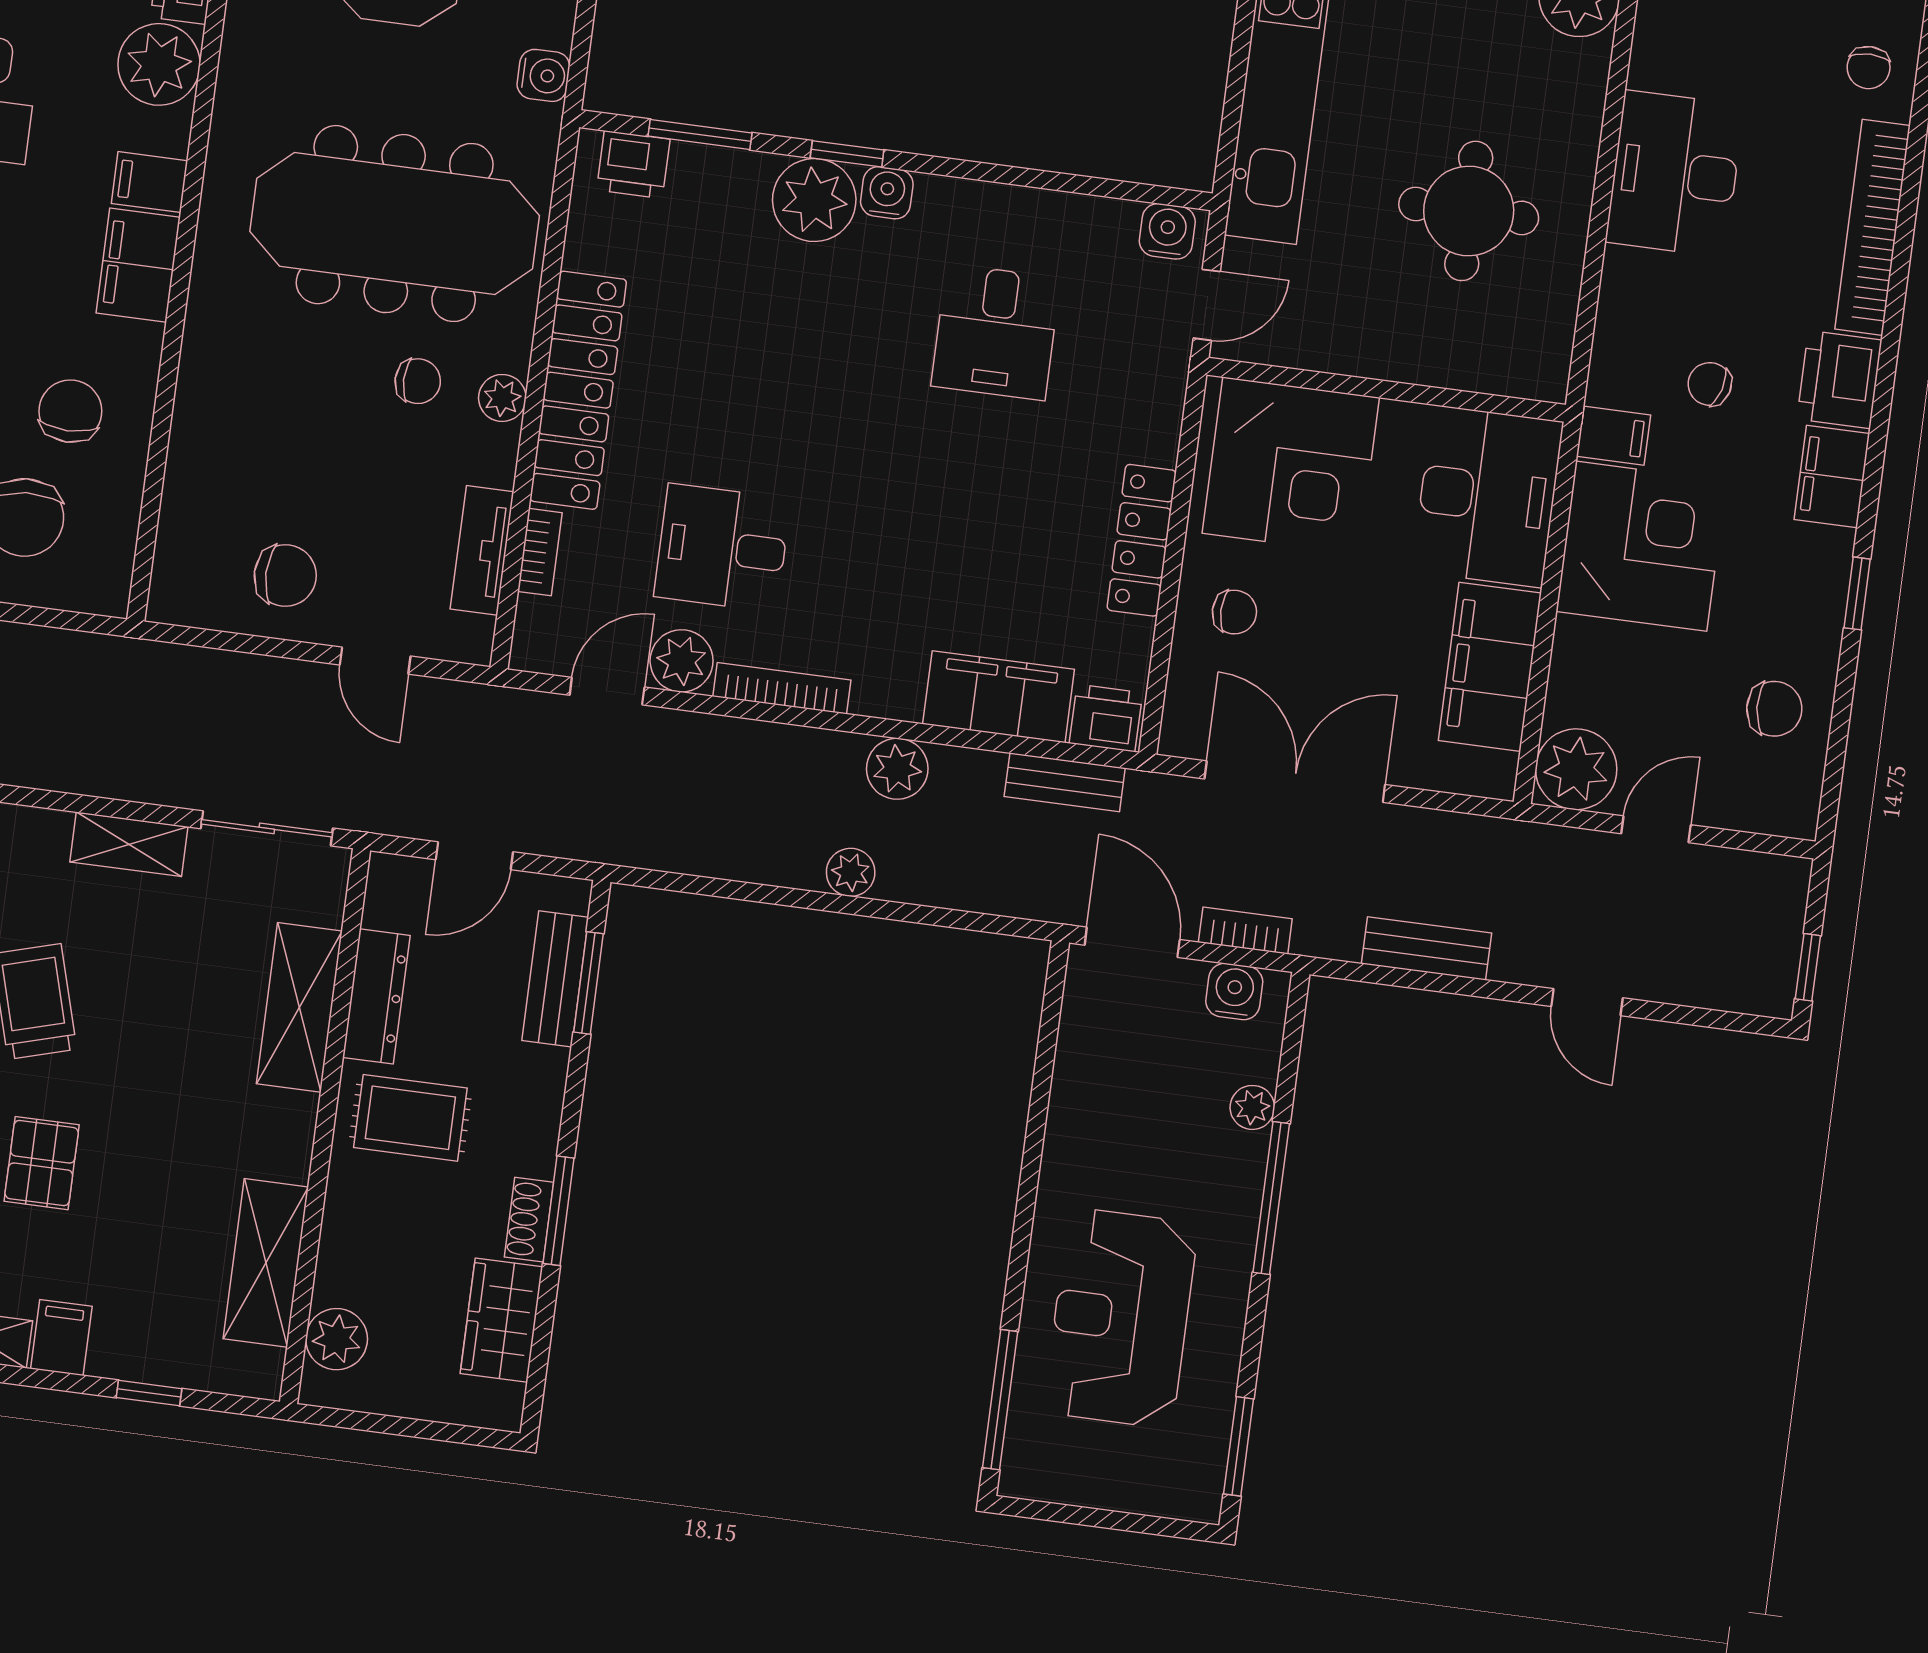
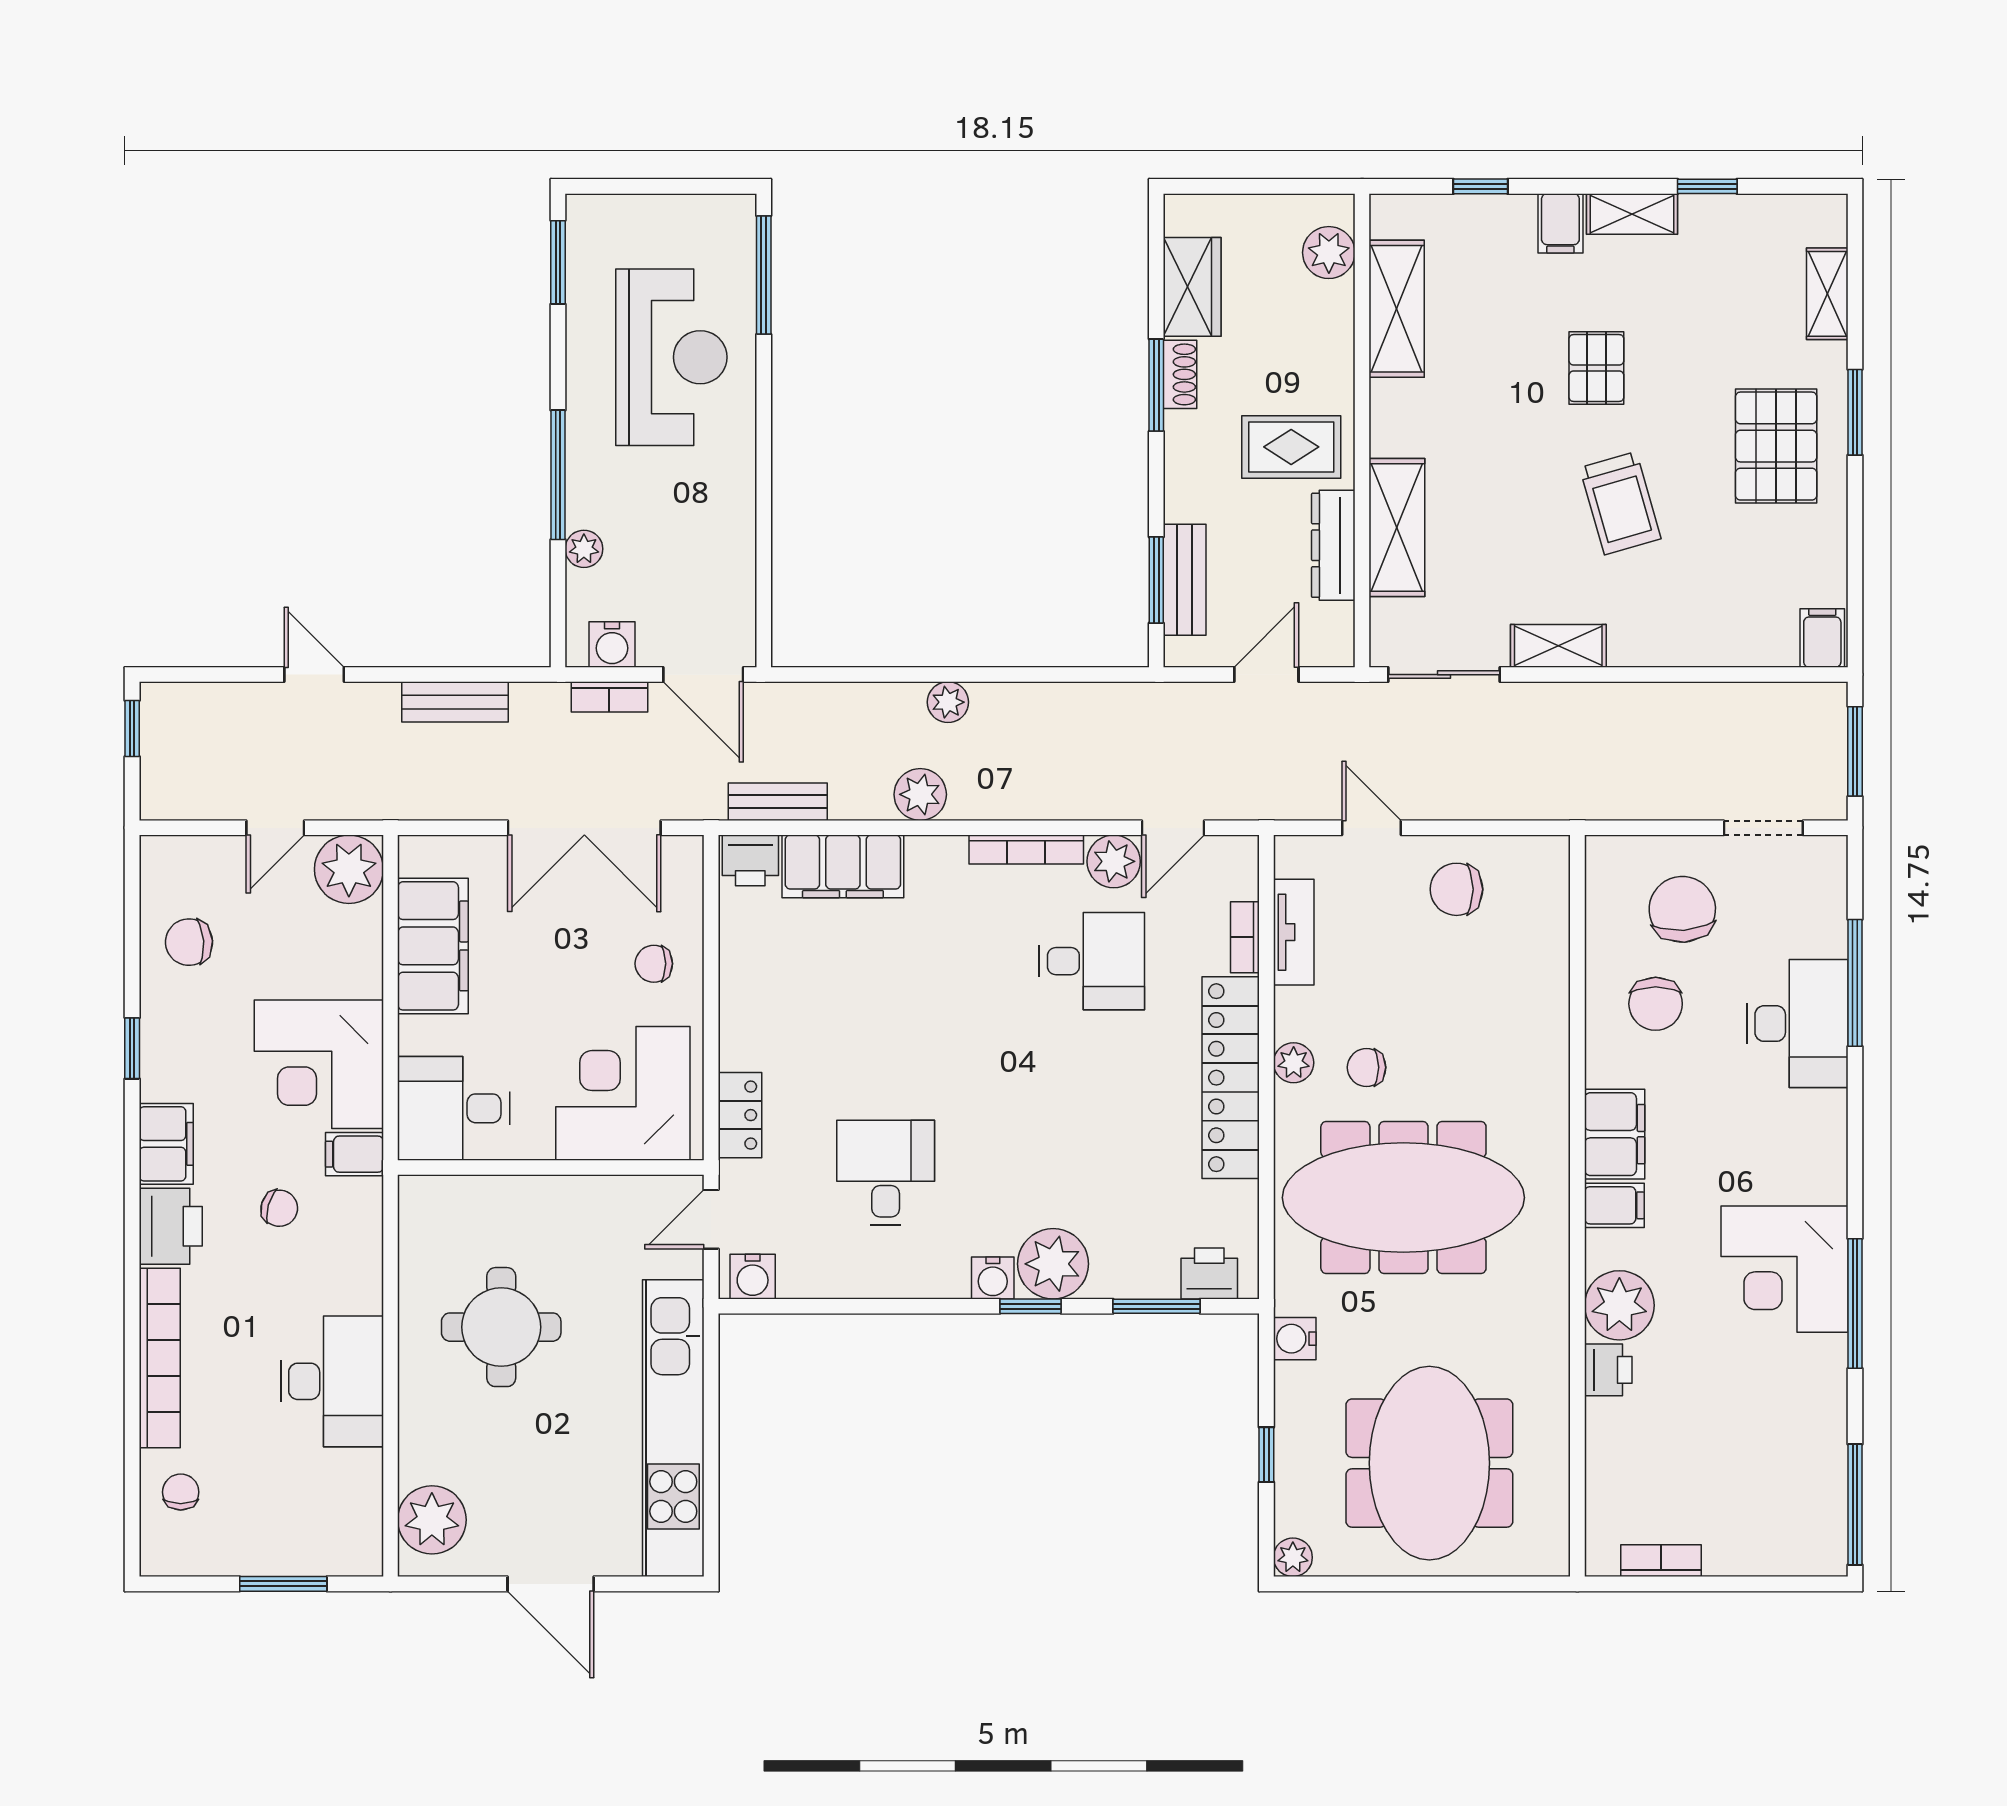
desk: (1488, 496) -> (454, 1108), width x0.73
locker: (1142, 540) -> (740, 1115), moved, width x0.66

